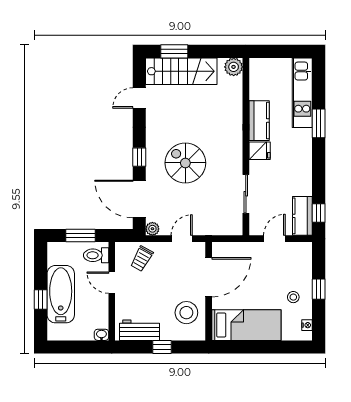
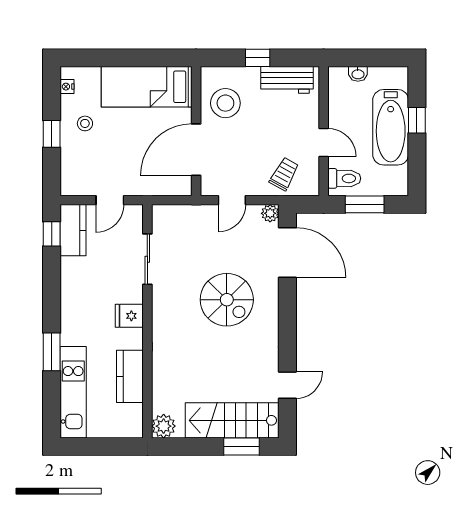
kitchen counter: (259, 121) -> (130, 376), moved
window: (139, 157) -> (287, 307), removed
washbasin: (101, 335) -> (358, 74), moved

